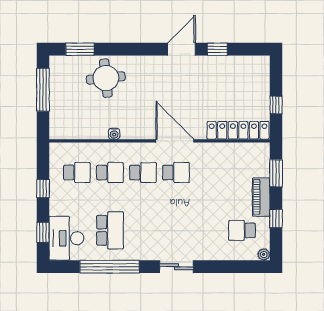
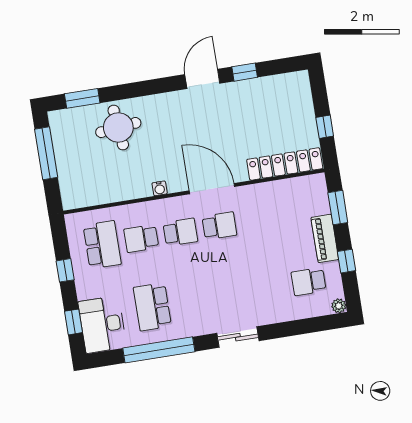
water cooler: (114, 134) -> (160, 188), moved
school desk: (77, 173) -> (102, 245), width x1.85
school desk: (110, 173) -> (141, 238), turned 180
school desk: (110, 230) -> (152, 307), turned 180

